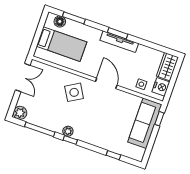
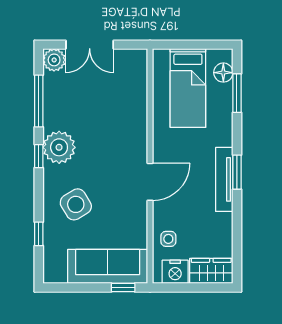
double door: (23, 78) -> (90, 45), moved
side table: (74, 92) -> (76, 204), moved
plant: (68, 131) -> (59, 147), width x1.87, depth x1.87

